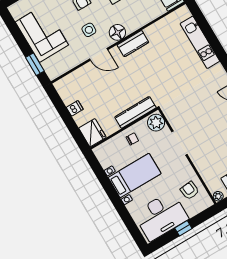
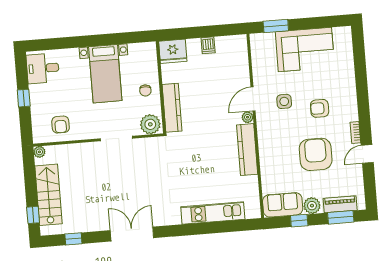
floor lamp: (117, 32) -> (267, 130), removed
kitchen counter: (133, 44) -> (247, 150), width x1.50
plant: (115, 52) -> (248, 117), added
armchair: (190, 190) -> (61, 125), turned 96
desk: (161, 216) -> (43, 68), width x0.53, depth x0.77

